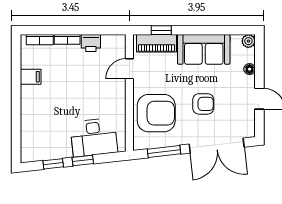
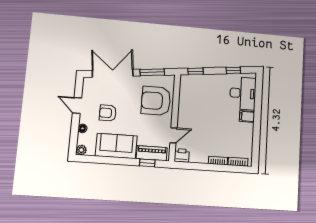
printer: (91, 43) -> (182, 155), moved
filing cabinet: (31, 77) -> (247, 116), moved
armchair: (203, 104) -> (108, 113), moved
desk: (94, 137) -> (243, 93), moved, turned 96
window: (83, 161) -> (196, 71), moved

